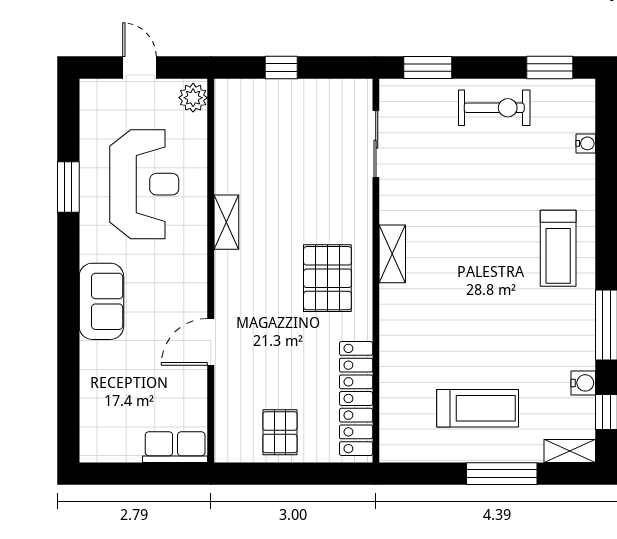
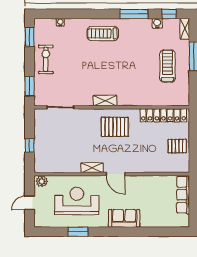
treadmill: (558, 248) -> (103, 33), turned 180
door: (211, 342) -> (116, 174), moved
row of seats: (175, 447) -> (183, 195), width x1.48

